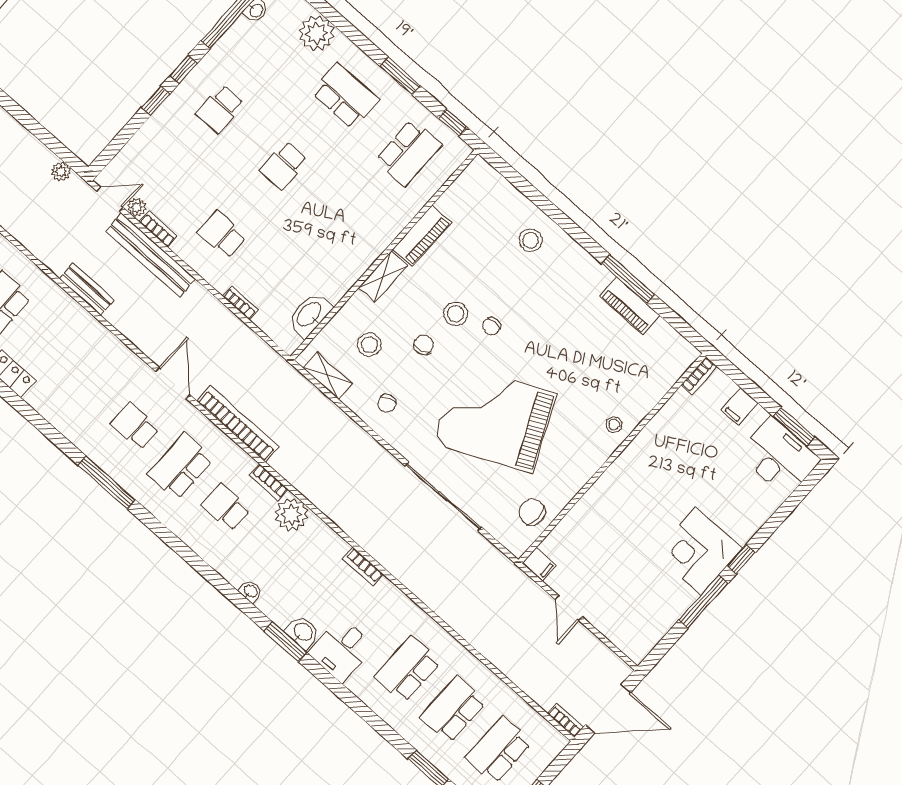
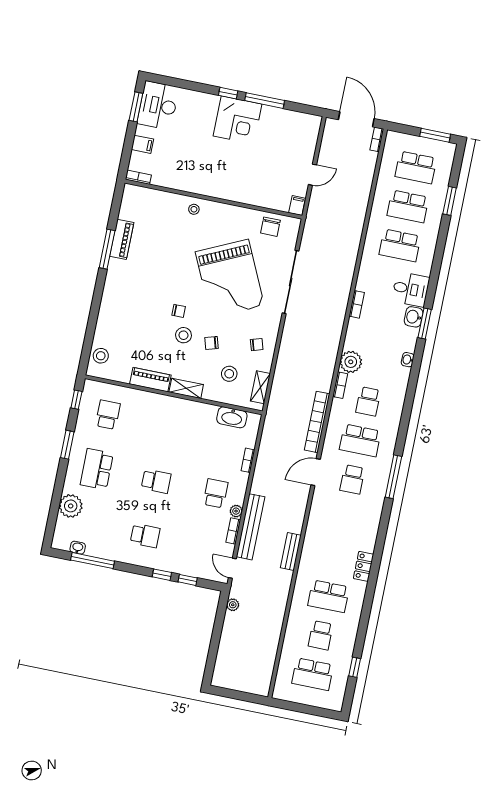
window: (184, 69) -> (188, 580), moved
school desk: (409, 153) -> (108, 415), width x0.54
plant: (137, 207) -> (236, 511), moved
school desk: (222, 235) -> (216, 493), turned 180
stool: (530, 240) -> (101, 356), moved

